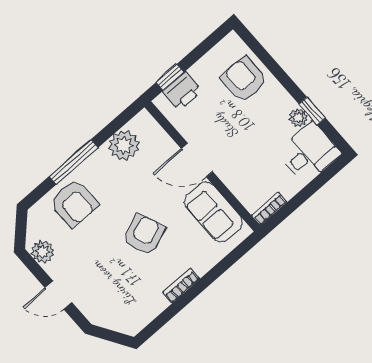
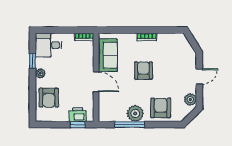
plant: (299, 118) -> (40, 73), moved
plant: (124, 145) -> (135, 113), moved
window: (74, 162) -> (129, 125), moved
armchair: (144, 234) -> (144, 71), turned 112
door: (58, 295) -> (199, 77), hinge flipped

